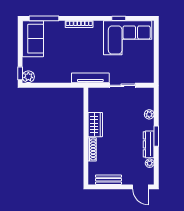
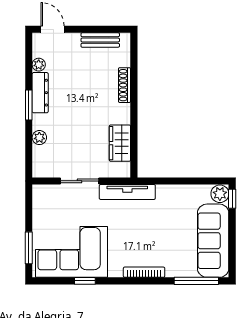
sofa: (33, 39) -> (213, 241), width x1.36
window: (156, 40) -> (29, 248), added
wardrobe: (95, 125) -> (120, 143), moved

